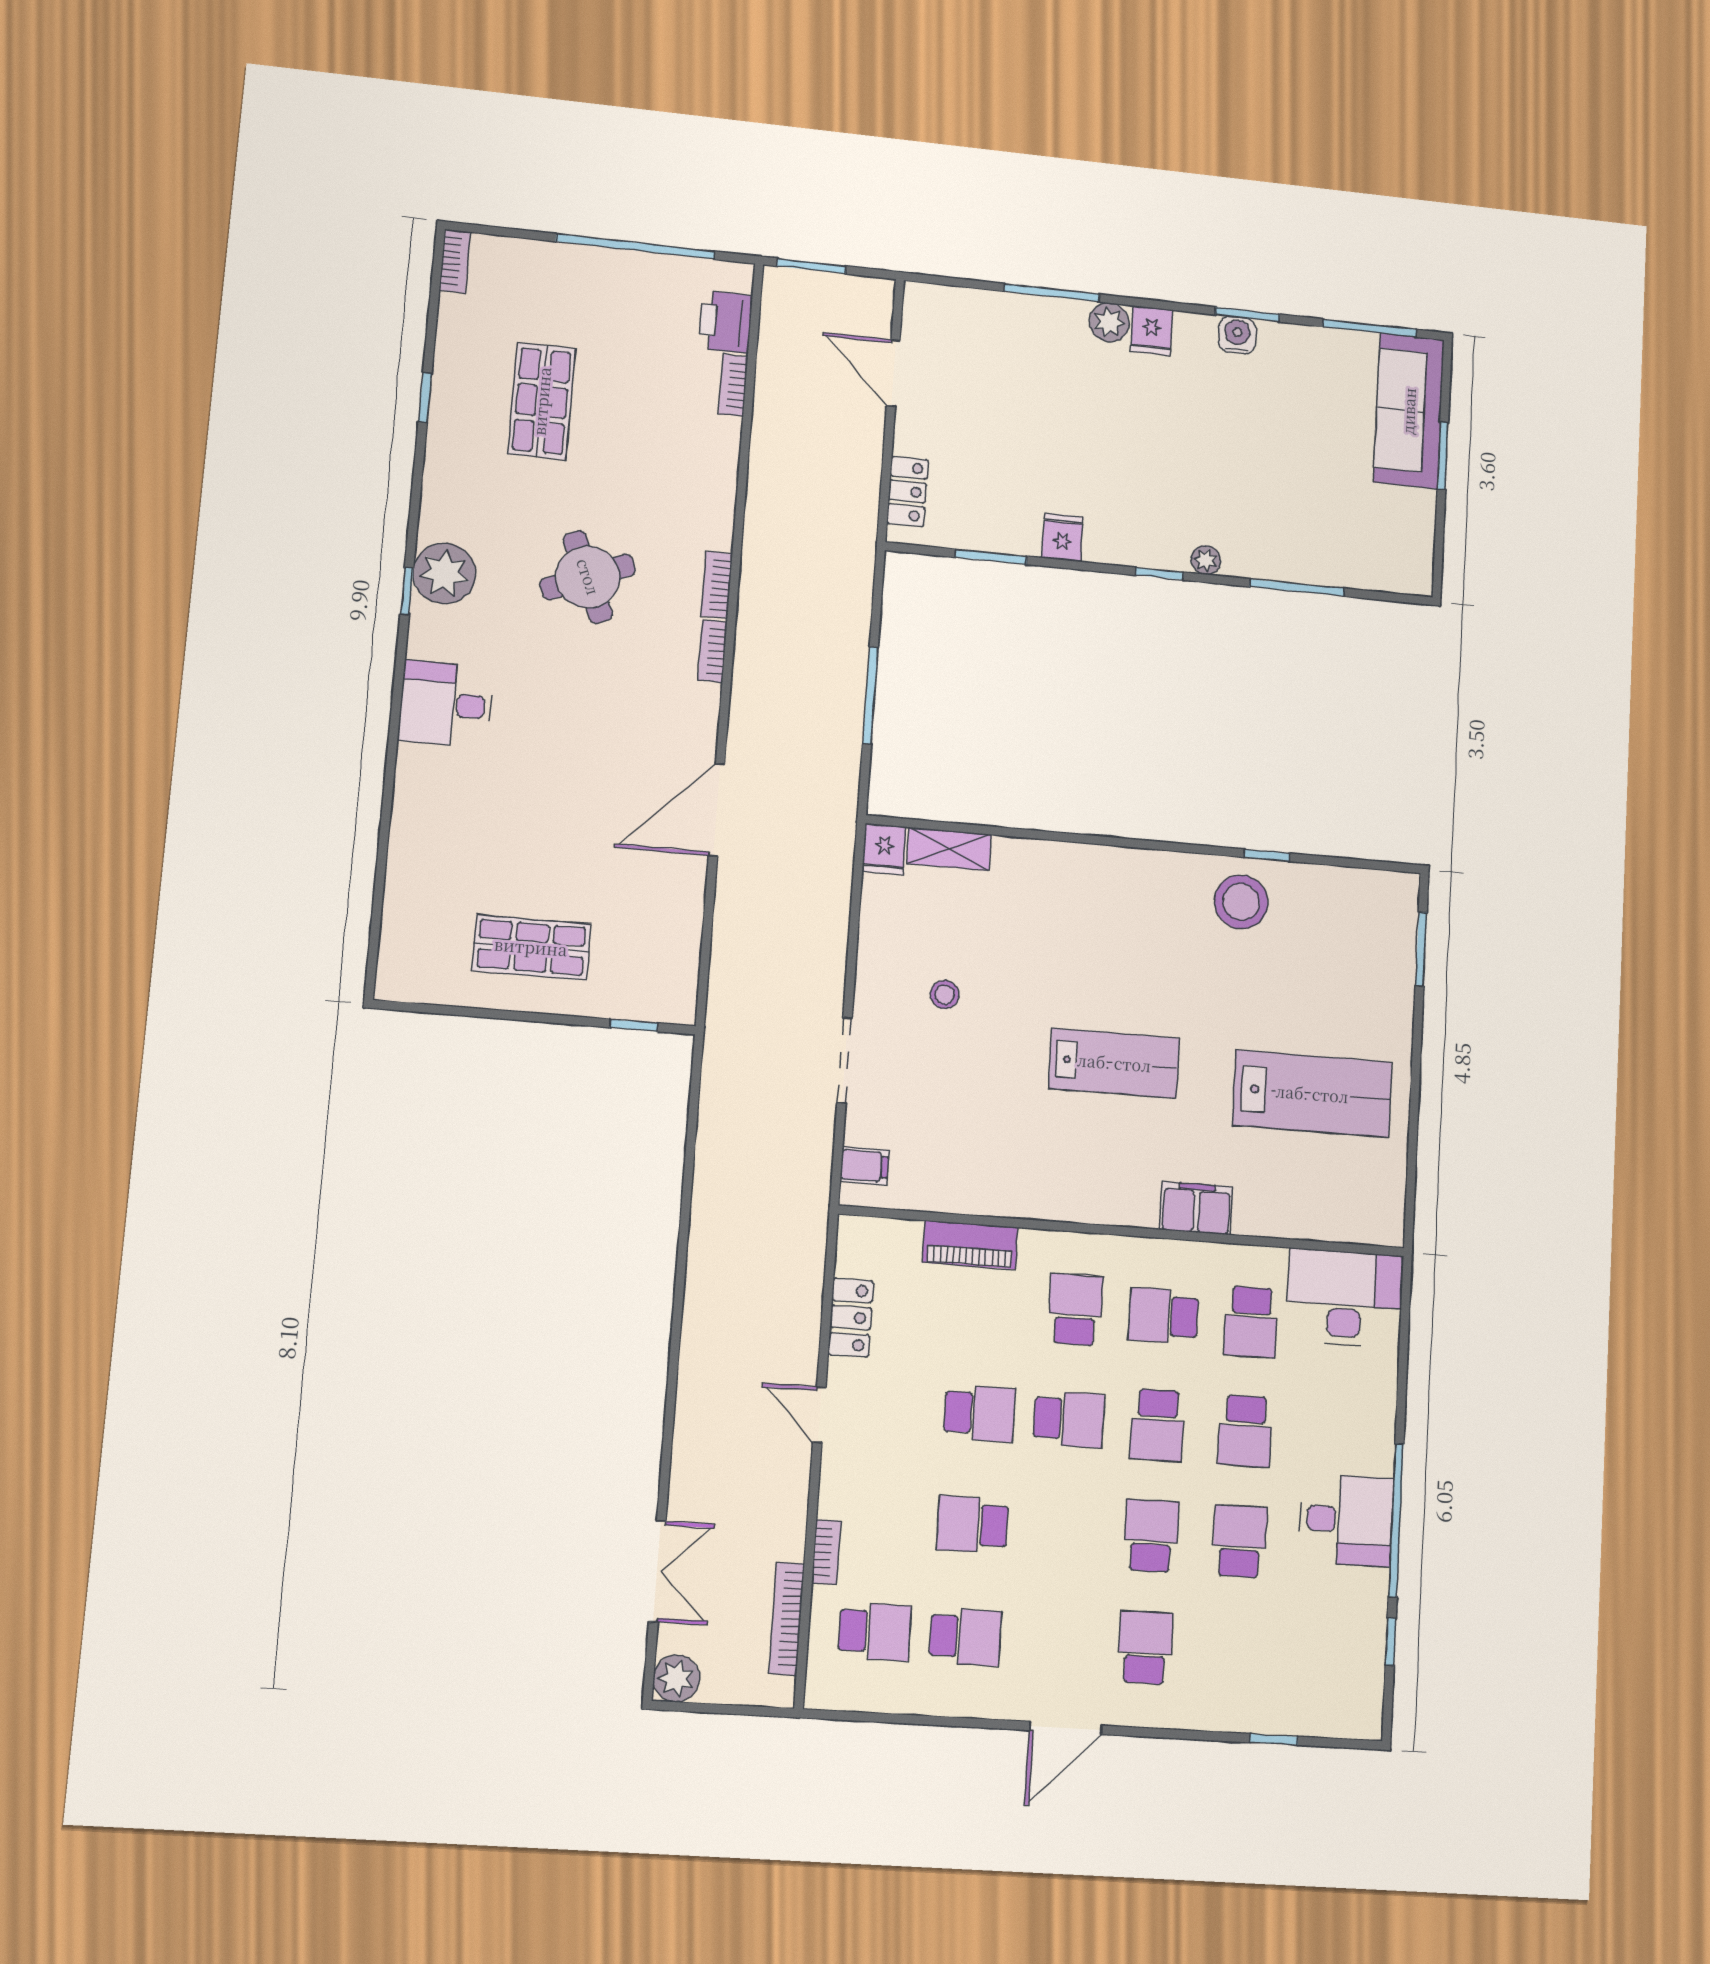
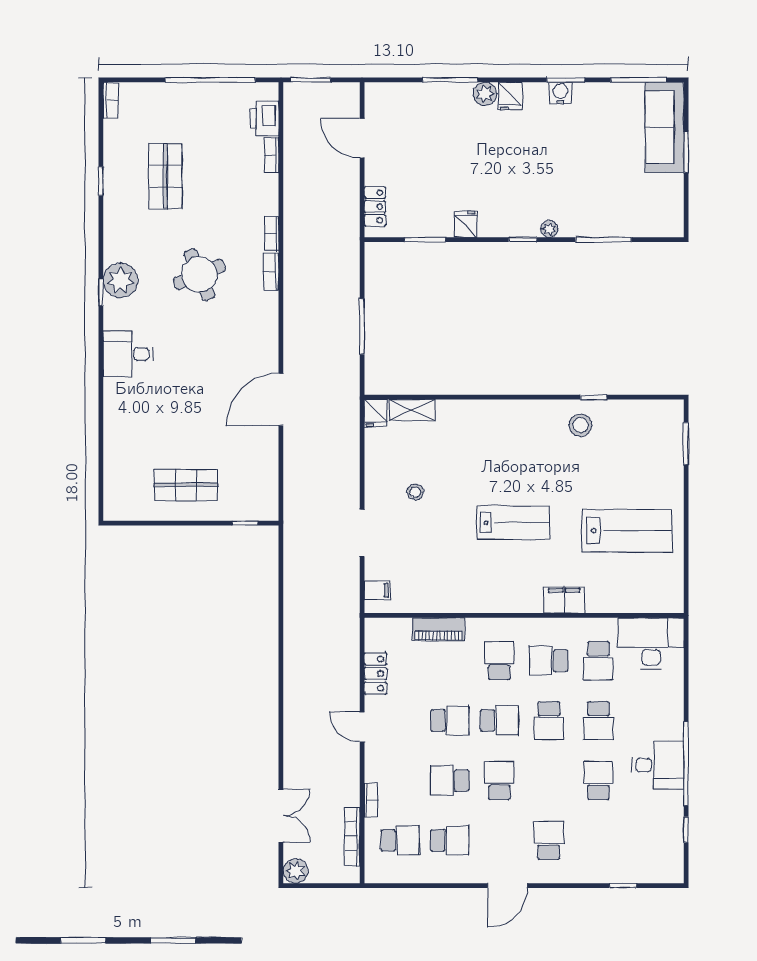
bookcase: (712, 651) -> (272, 234), moved
stool: (1241, 902) -> (580, 425), width x0.73, depth x0.73
school desk: (1151, 1536) -> (499, 780), moved

